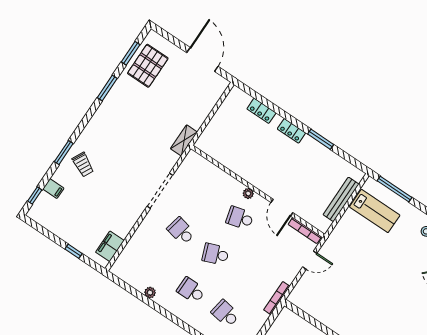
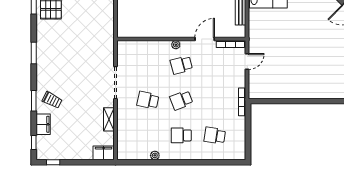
window: (107, 88) -> (34, 53), moved
shelving: (184, 140) -> (109, 119), moved
filing cabinet: (53, 189) -> (43, 124), width x2.00
door: (282, 208) -> (205, 39), swing flipped
filing cabinet: (110, 246) -> (104, 153), moved, turned 90
window: (74, 251) -> (53, 162), moved

